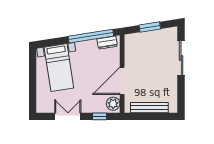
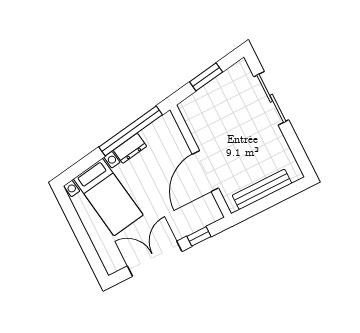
dresser: (107, 43) -> (130, 148), moved
plant: (113, 104) -> (209, 209), removed
double door: (68, 116) -> (155, 259), width x1.37

